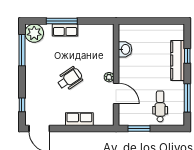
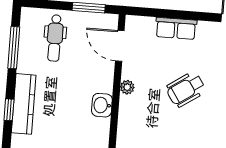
washbasin: (125, 49) -> (102, 105), moved
door: (116, 93) -> (120, 46), moved

